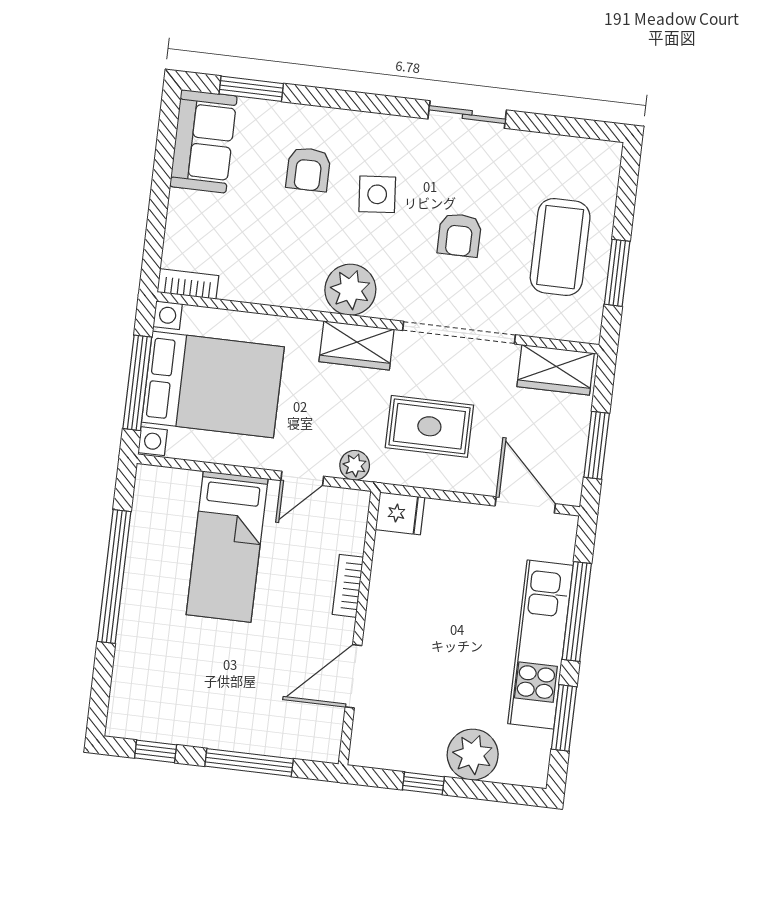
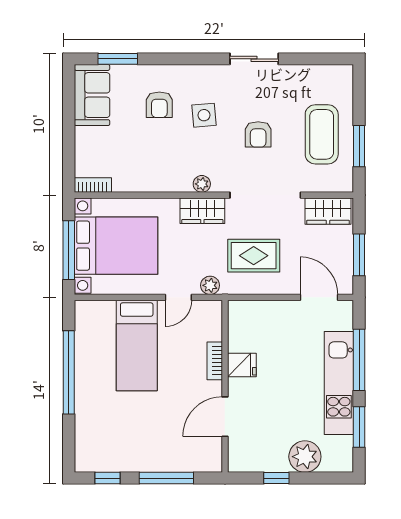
plant: (350, 290) -> (202, 184), width x0.53, depth x0.53
fridge: (400, 513) -> (242, 365), moved

